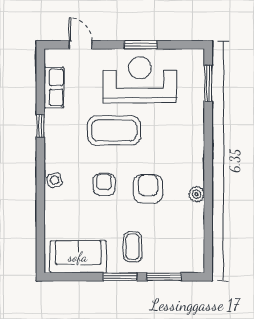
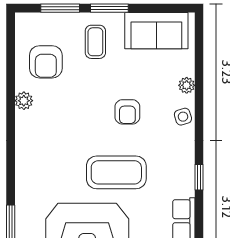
armchair: (148, 189) -> (46, 62), moved
plant: (51, 208) -> (187, 85), added

